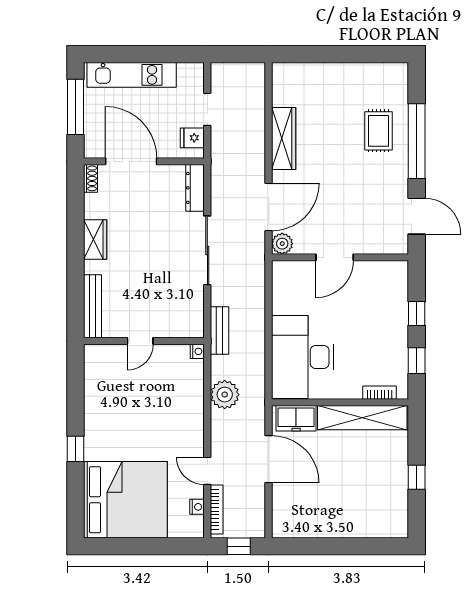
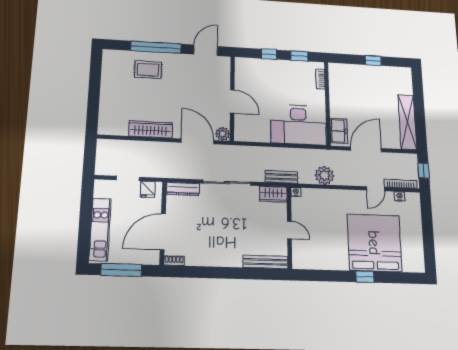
wardrobe: (95, 240) -> (273, 194), moved, turned 180
shelving: (362, 418) -> (407, 122), moved
bed: (125, 500) -> (374, 243), moved

